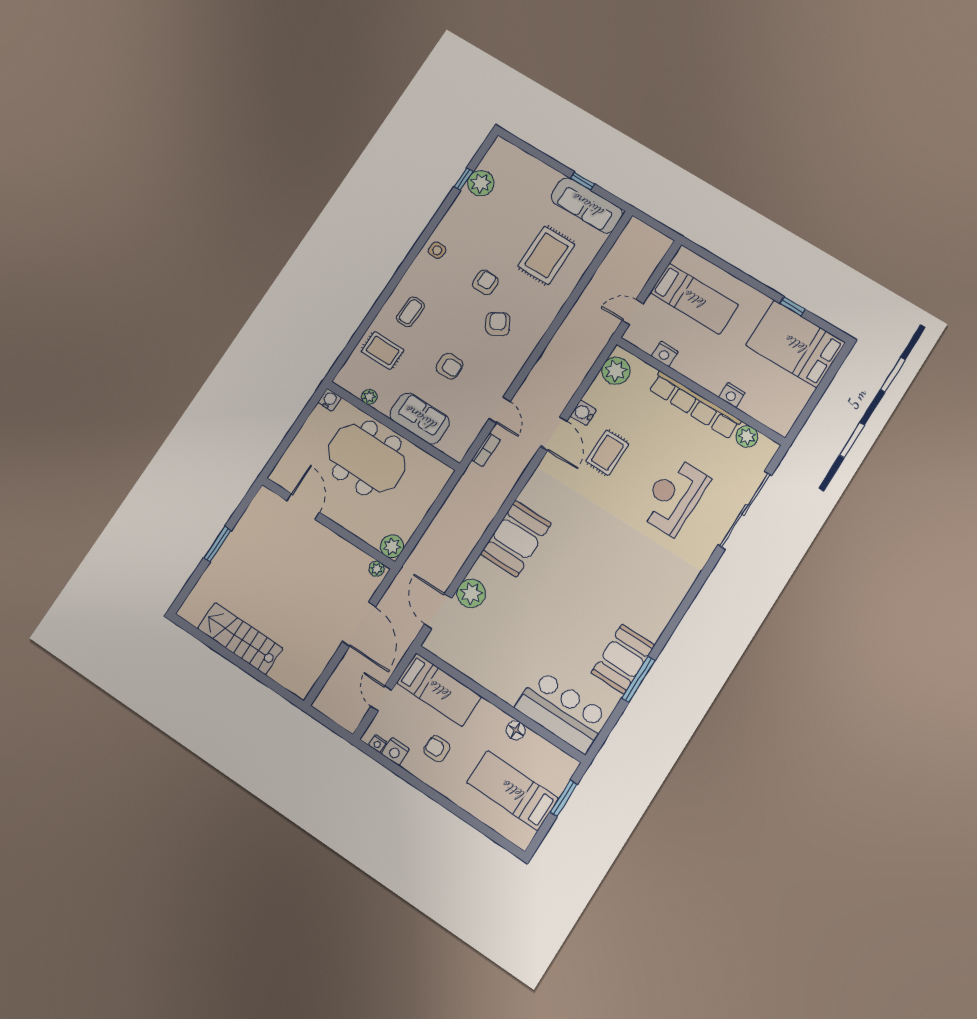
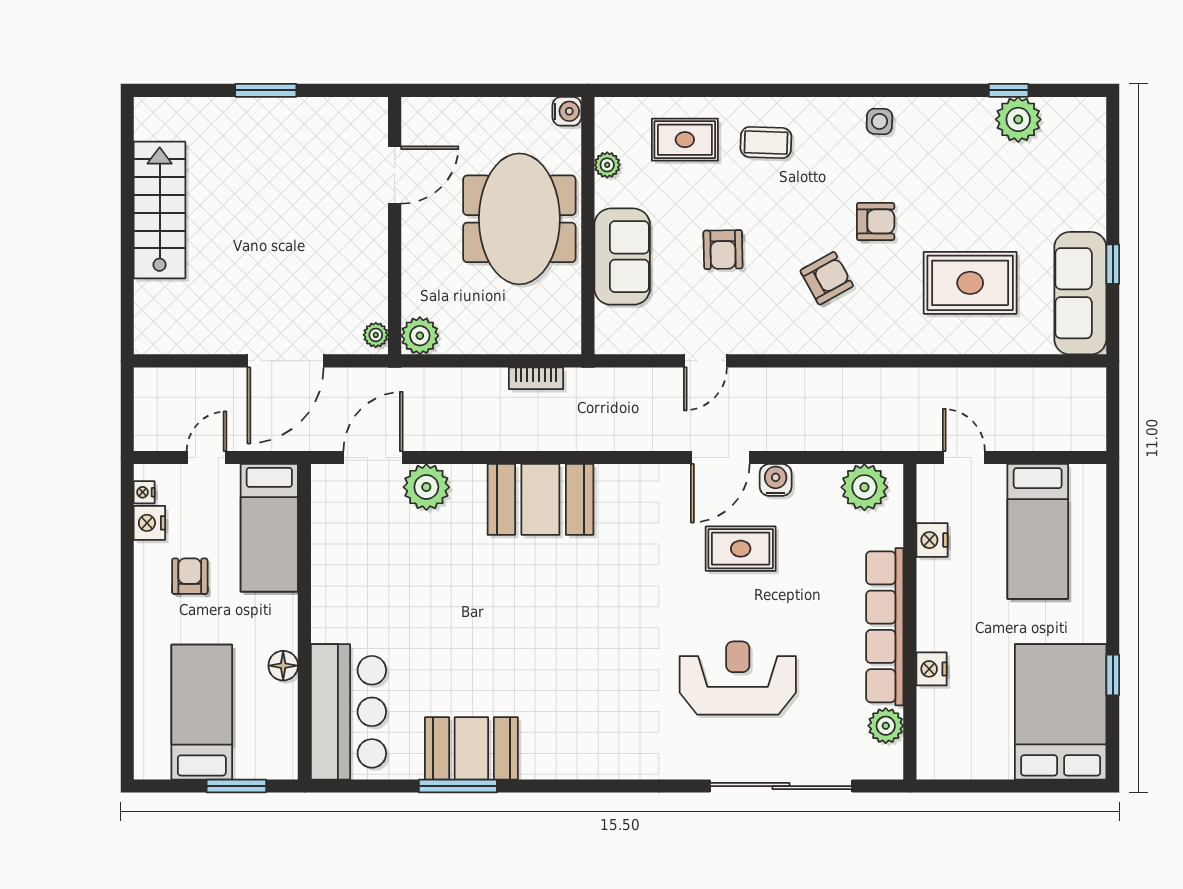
rug: (382, 351) -> (685, 140), turned 90
bookcase: (486, 450) -> (536, 378), moved

